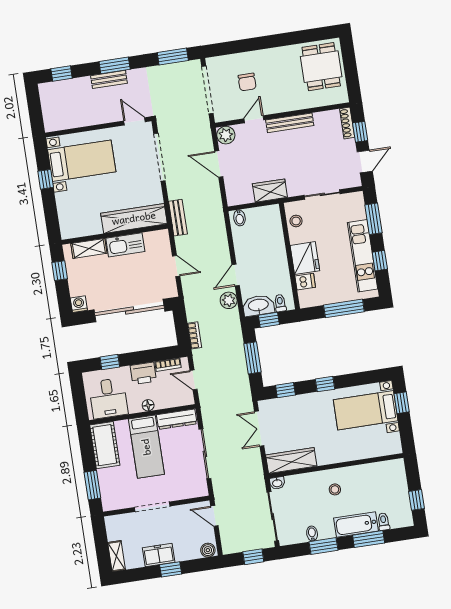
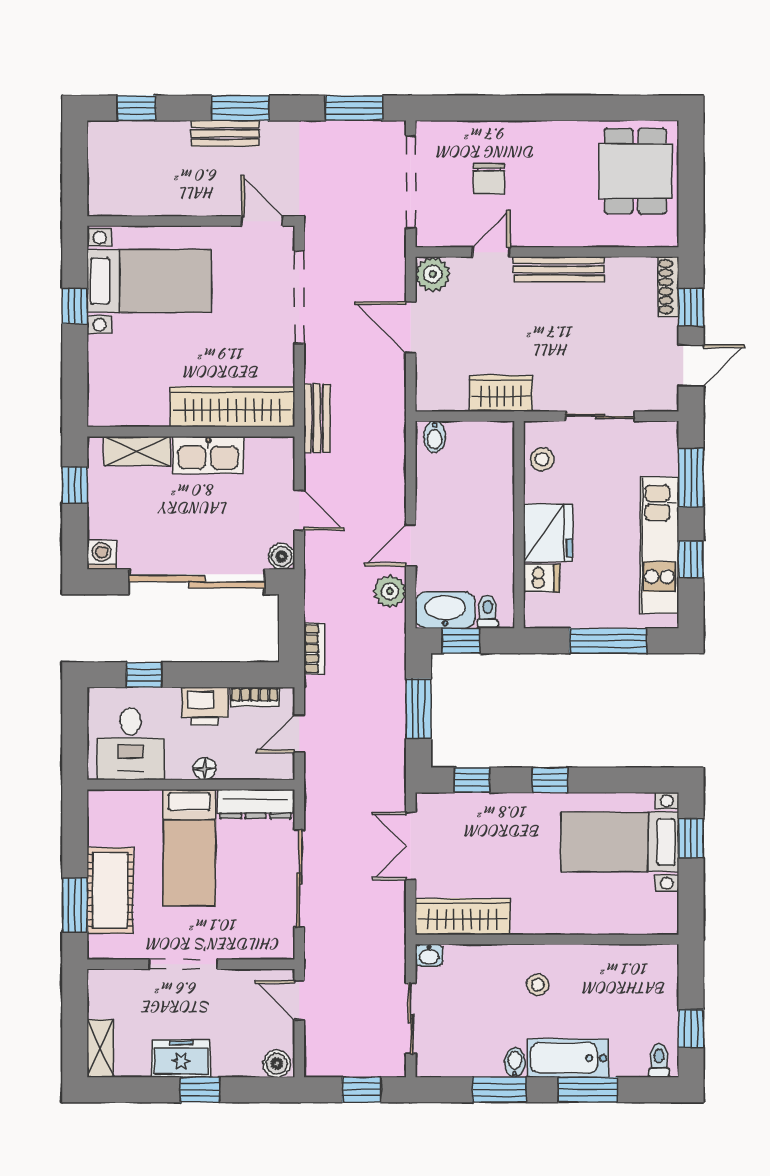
boiler: (171, 291) -> (282, 556), added
door: (194, 380) -> (299, 733), hinge flipped
cot: (105, 445) -> (110, 891), moved
sliding door: (273, 517) -> (411, 1018), width x0.73
toilet: (383, 522) -> (659, 1060), moved
bidet: (312, 534) -> (515, 1062), moved

